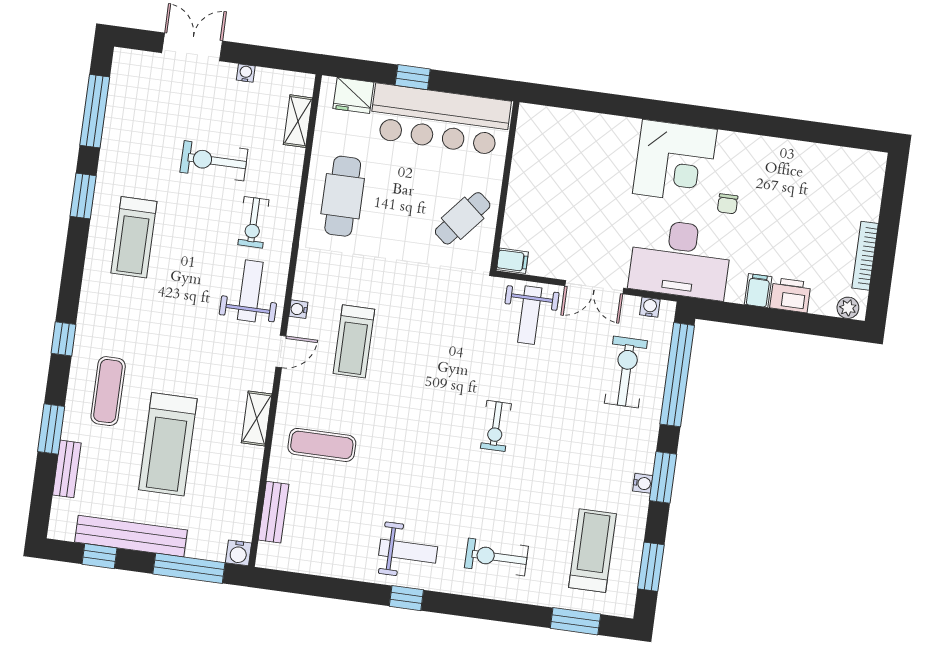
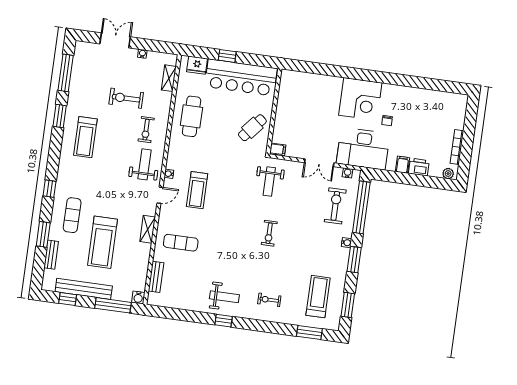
weight bench: (530, 315) -> (269, 182), moved
water cooler: (643, 483) -> (346, 243), moved
exercise bike: (496, 557) -> (269, 300), width x0.73, depth x0.72

